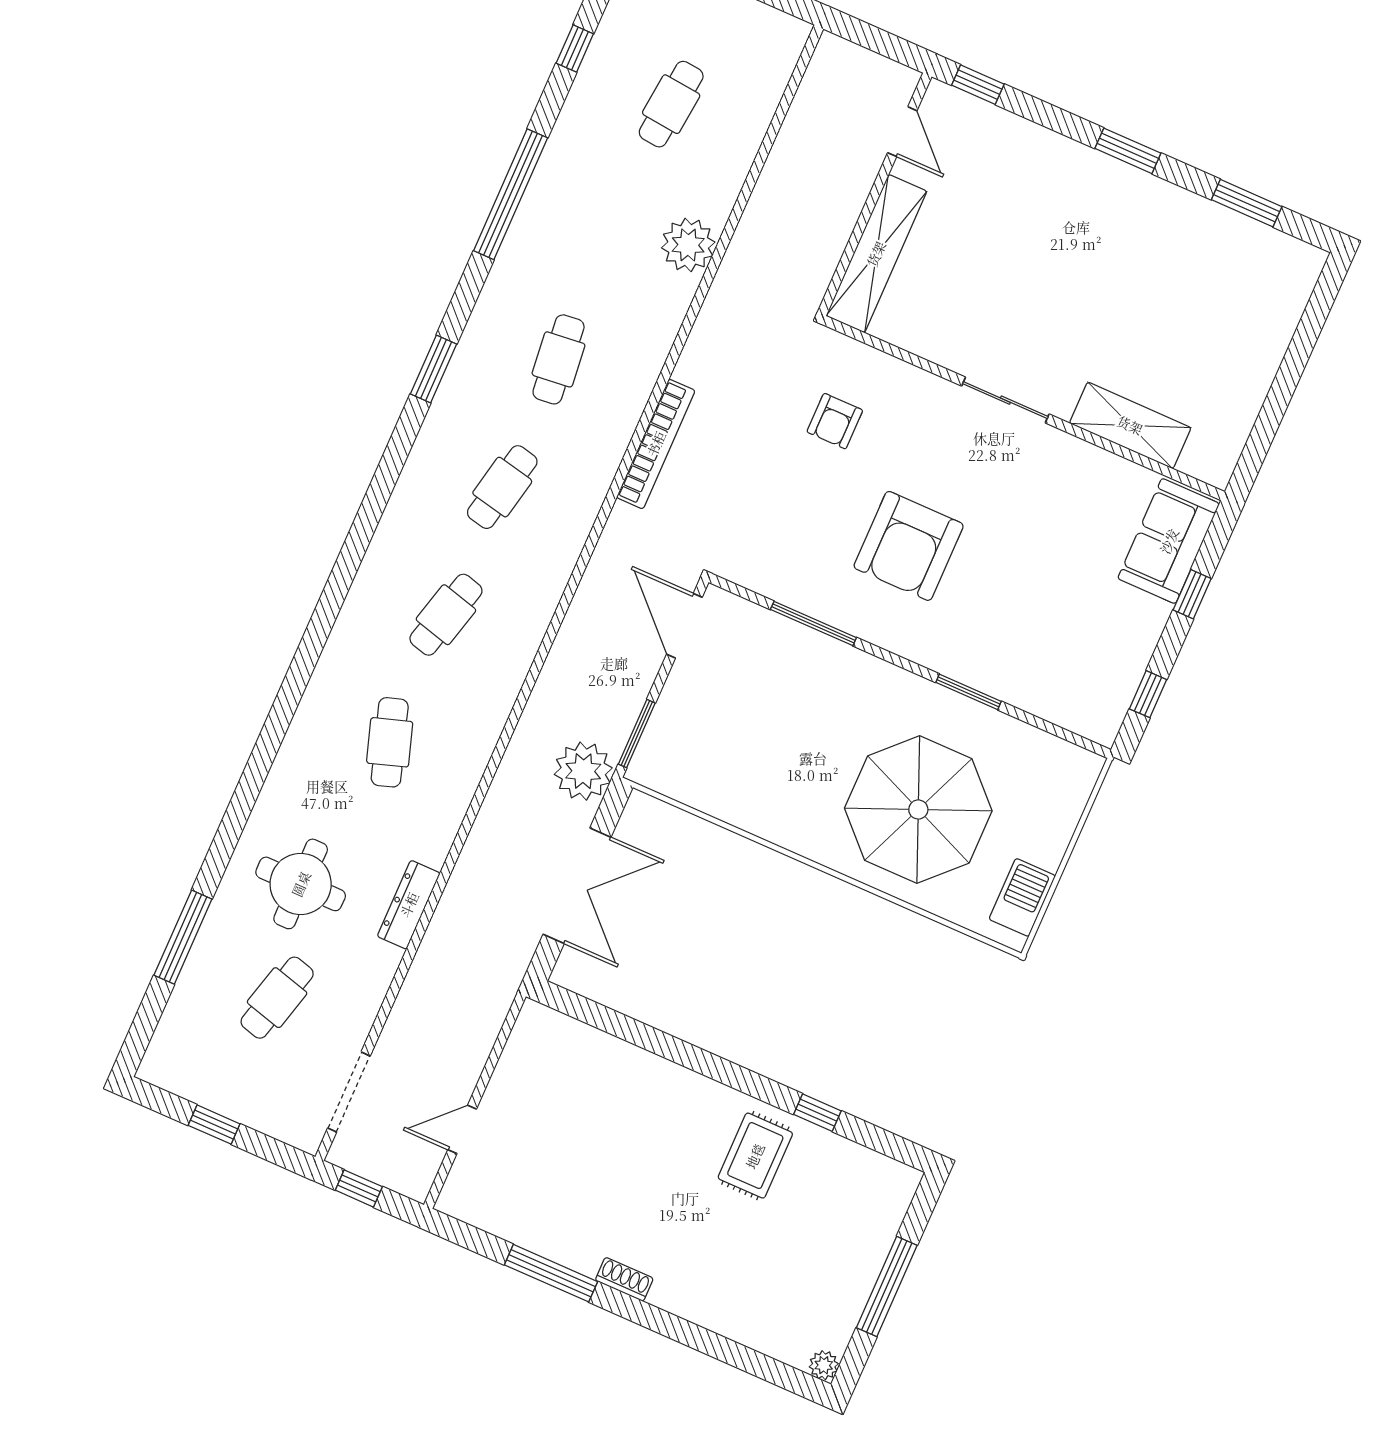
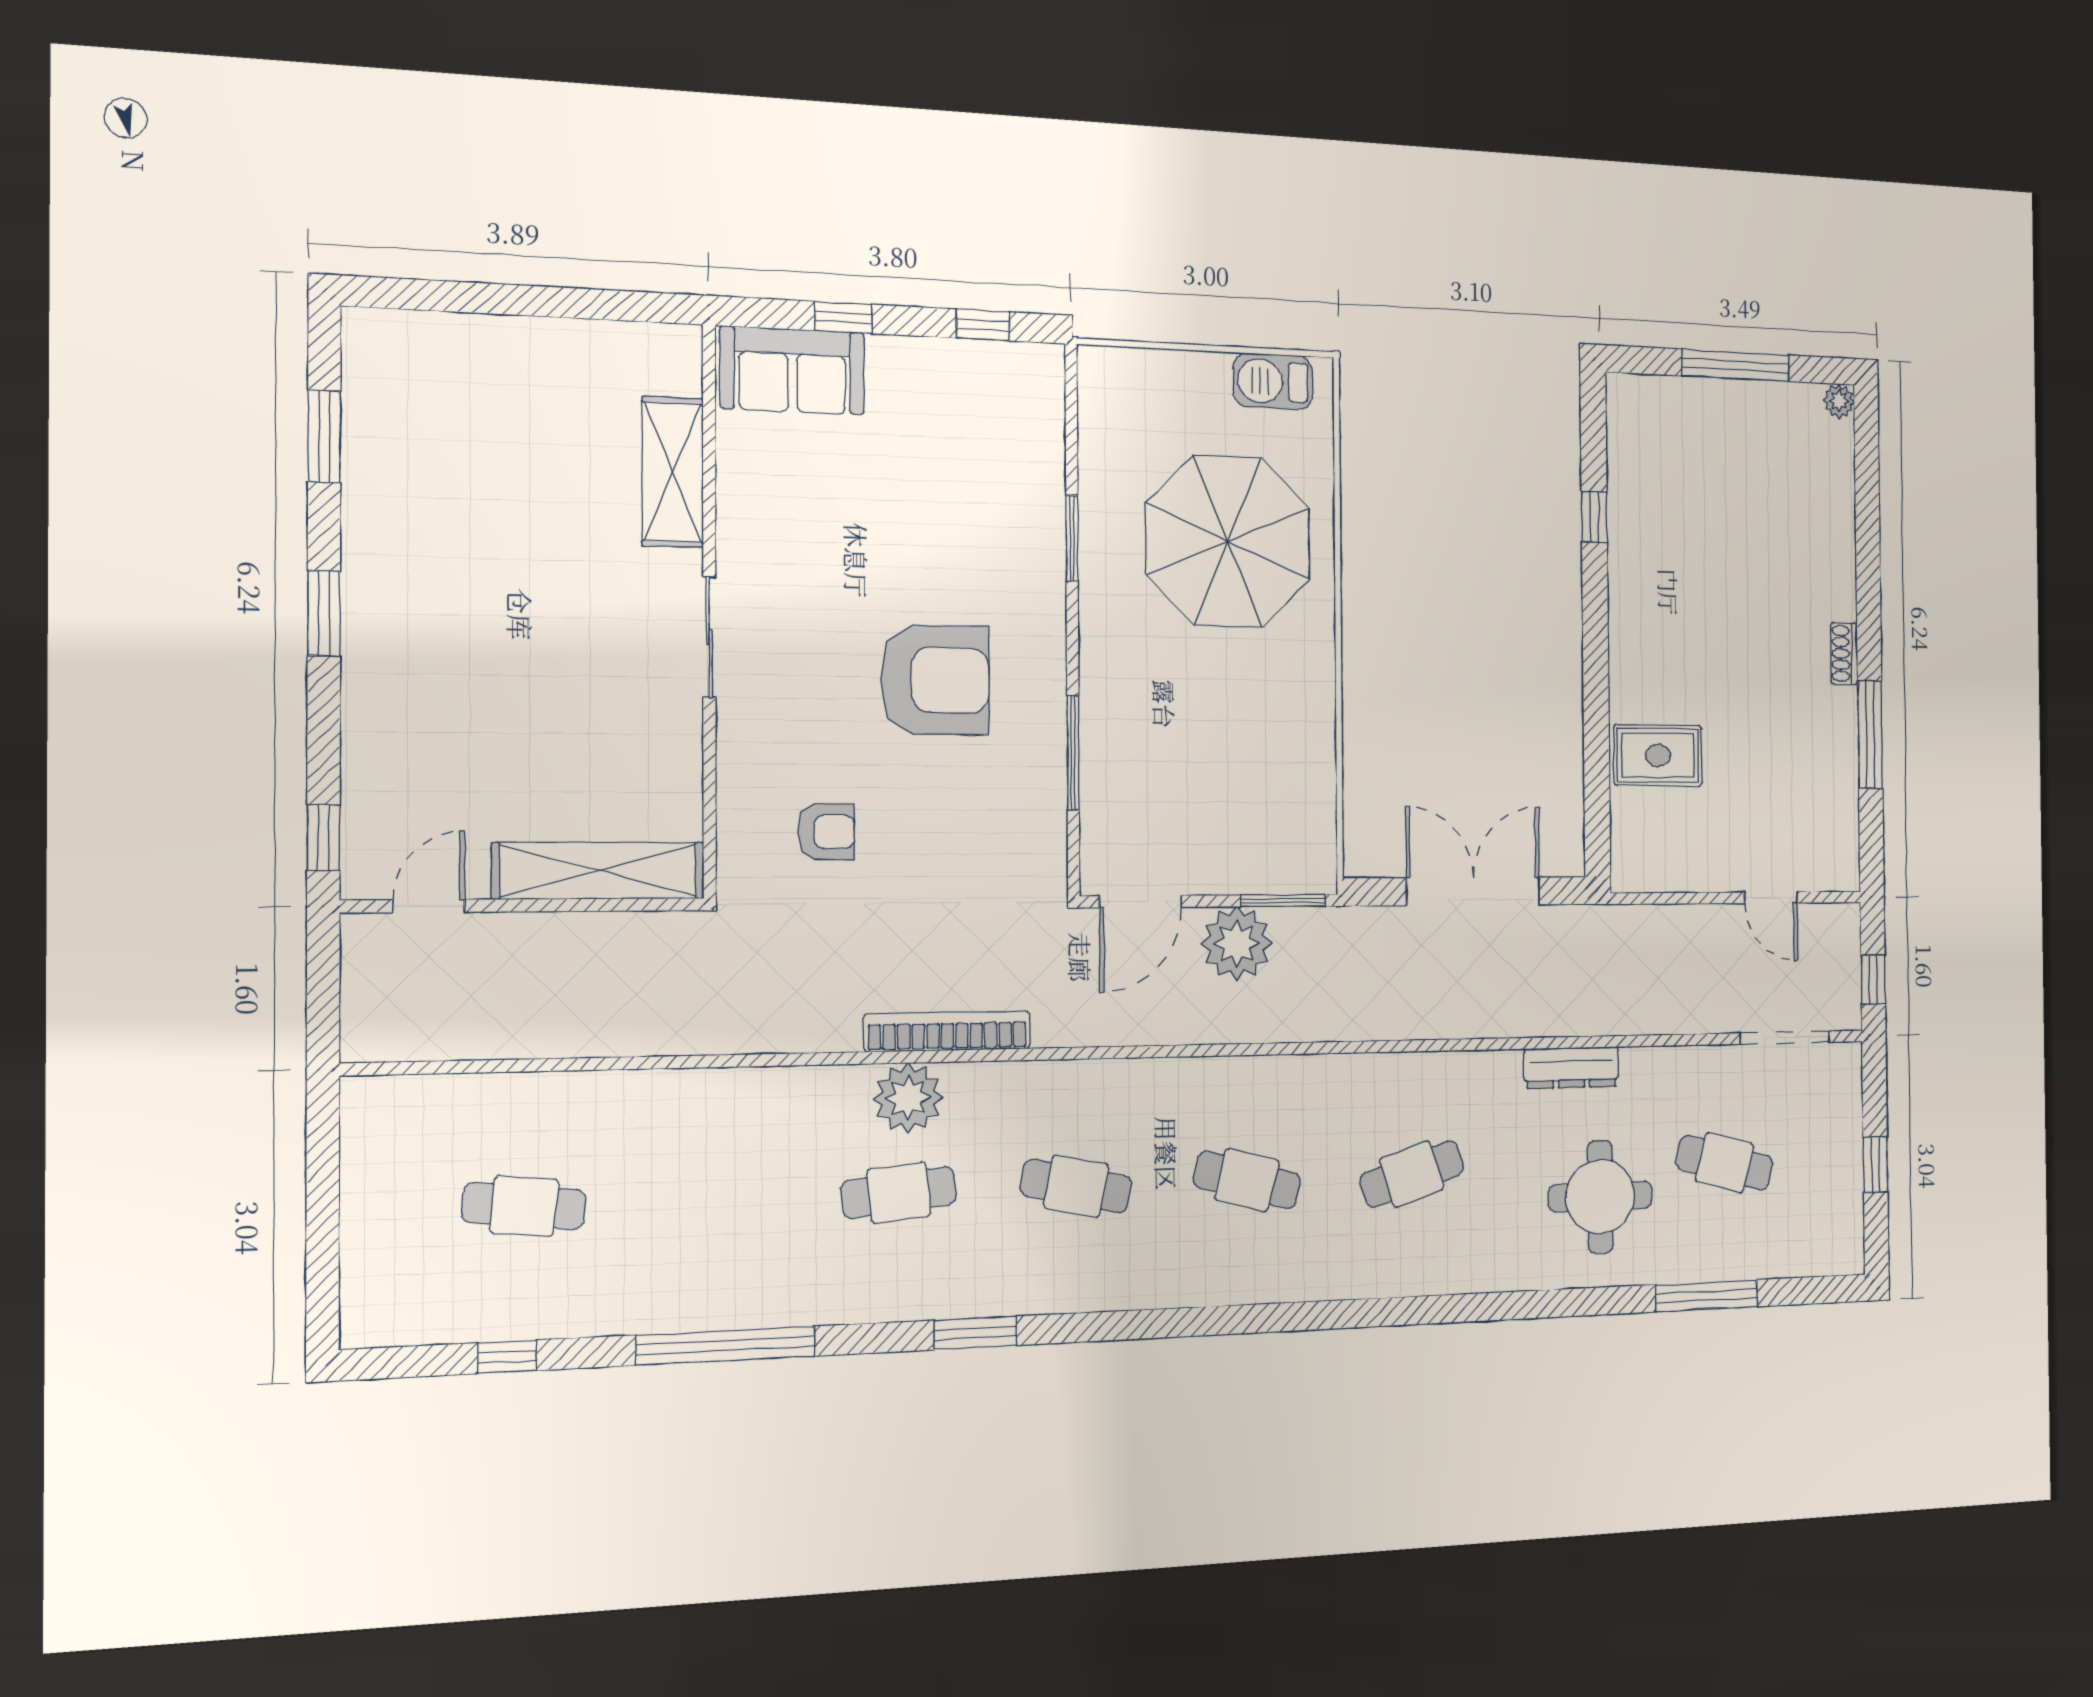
plant: (688, 245) -> (908, 1098), moved
plant: (583, 771) -> (1237, 943), moved
rug: (755, 1156) -> (1658, 755), moved

